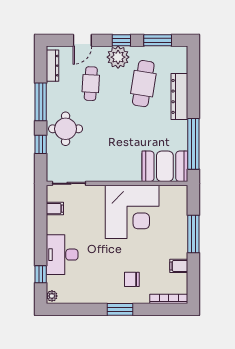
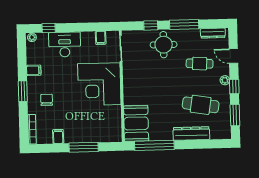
plant: (118, 57) -> (225, 80), width x0.53, depth x0.53
corner desk: (132, 212) -> (99, 84), moved
filing cabinet: (94, 295) -> (34, 70), added

